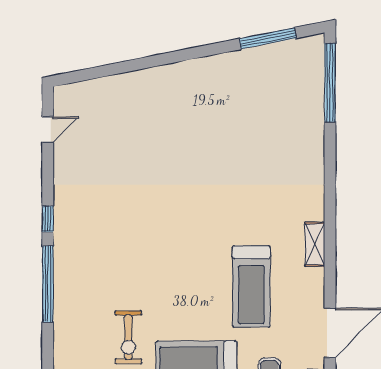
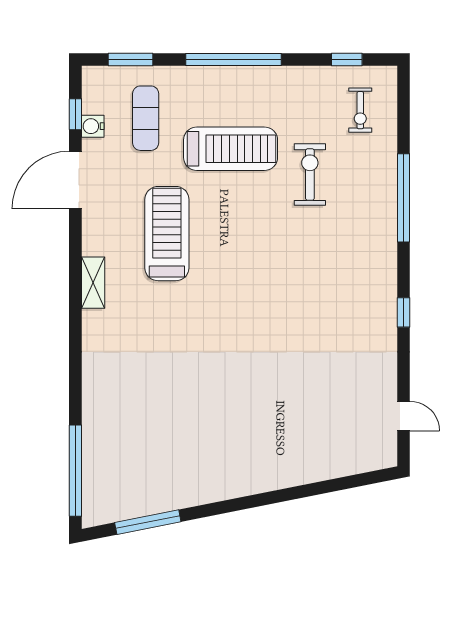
door: (48, 130) -> (404, 416), swing flipped
window: (48, 284) -> (404, 198), moved

